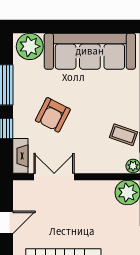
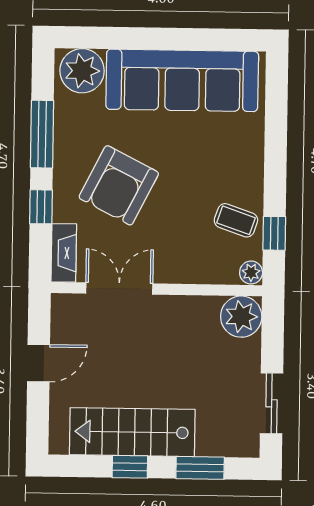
armchair: (53, 115) -> (119, 185), width x1.36, depth x1.36

